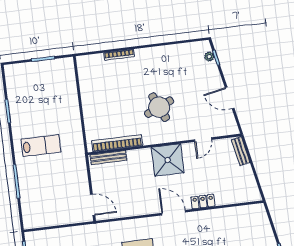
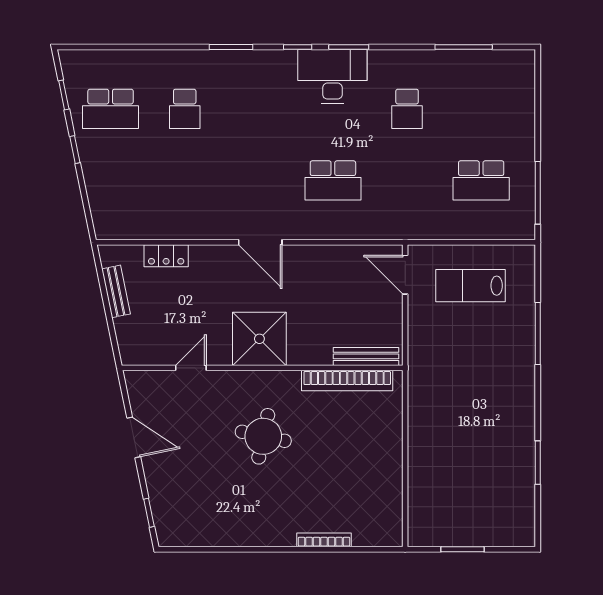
plant: (209, 57) -> (161, 517), removed
round table: (159, 107) -> (263, 436), turned 36
lab bench: (41, 146) -> (470, 286), moved
bench: (241, 151) -> (116, 291), moved
locker: (203, 202) -> (166, 256), moved

